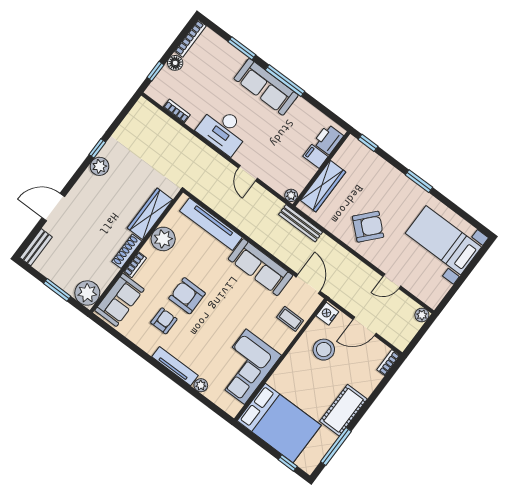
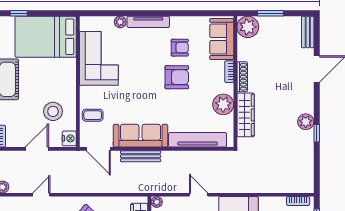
bookcase: (177, 111) -> (298, 201), moved
bench: (301, 223) -> (141, 156), moved
armchair: (164, 321) -> (180, 48), turned -90

